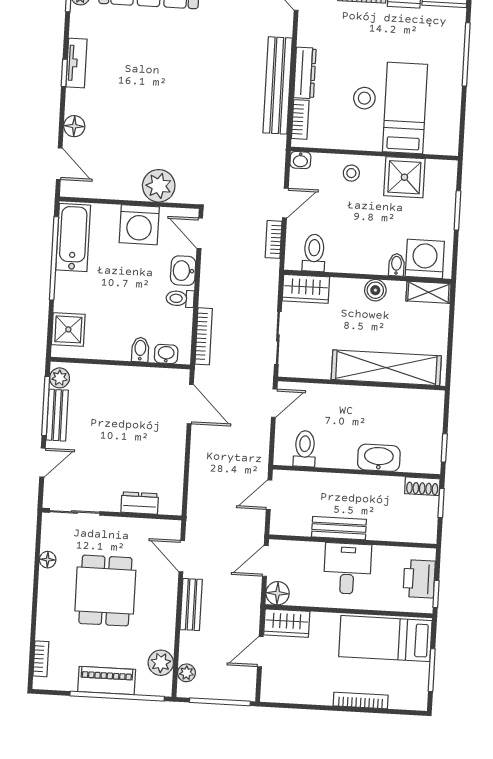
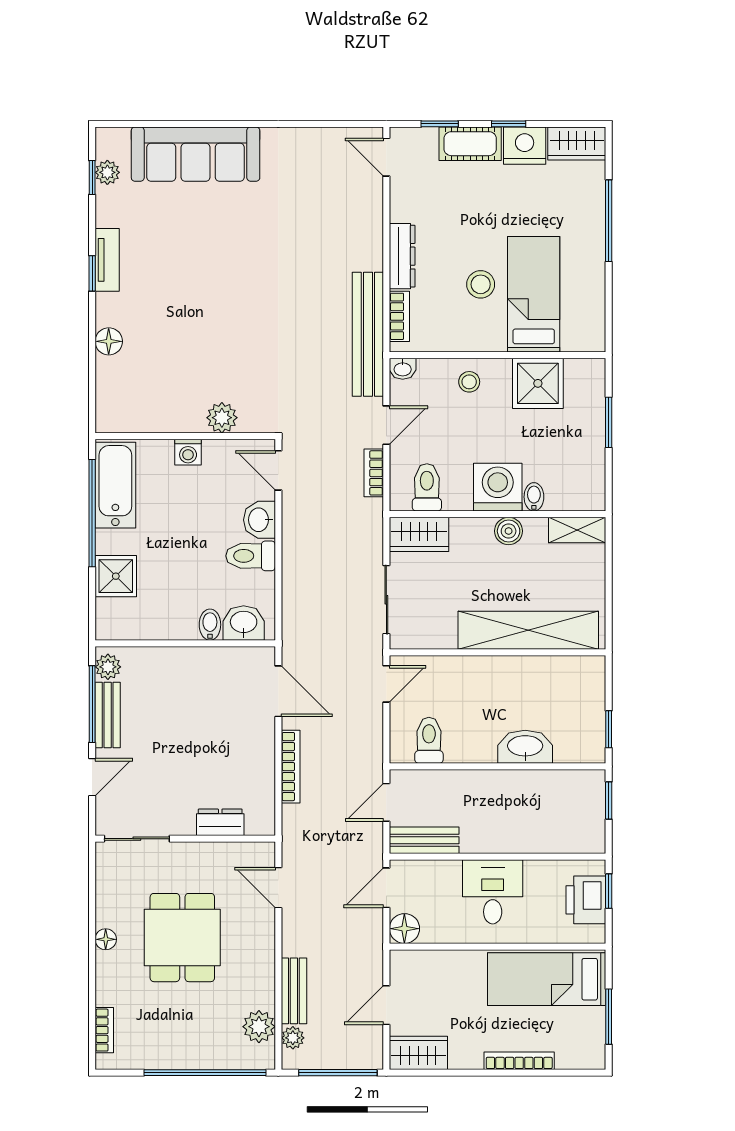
bench: (278, 85) -> (368, 334), moved
door: (59, 164) -> (92, 391), removed
plant: (159, 186) -> (222, 418), width x0.73, depth x0.73
washing machine: (139, 225) -> (188, 452), width x0.53, depth x0.53
washing machine: (425, 259) -> (498, 487), moved
toilet: (180, 299) -> (251, 556), width x1.37, depth x1.39
shower: (68, 329) -> (116, 576), moved
bookcase: (204, 336) -> (291, 767), moved
washbasin: (166, 354) -> (244, 623), width x1.38, depth x1.45
shoe rack: (422, 486) -> (583, 780), removed
bench: (339, 528) -> (424, 840), moved
floor lamp: (48, 560) -> (106, 939), moved
window: (436, 594) -> (609, 891), moved
bench: (191, 604) -> (294, 991), moved
wardrobe: (287, 623) -> (418, 1053), moved, turned 180
piano: (107, 681) -> (190, 1053), removed

